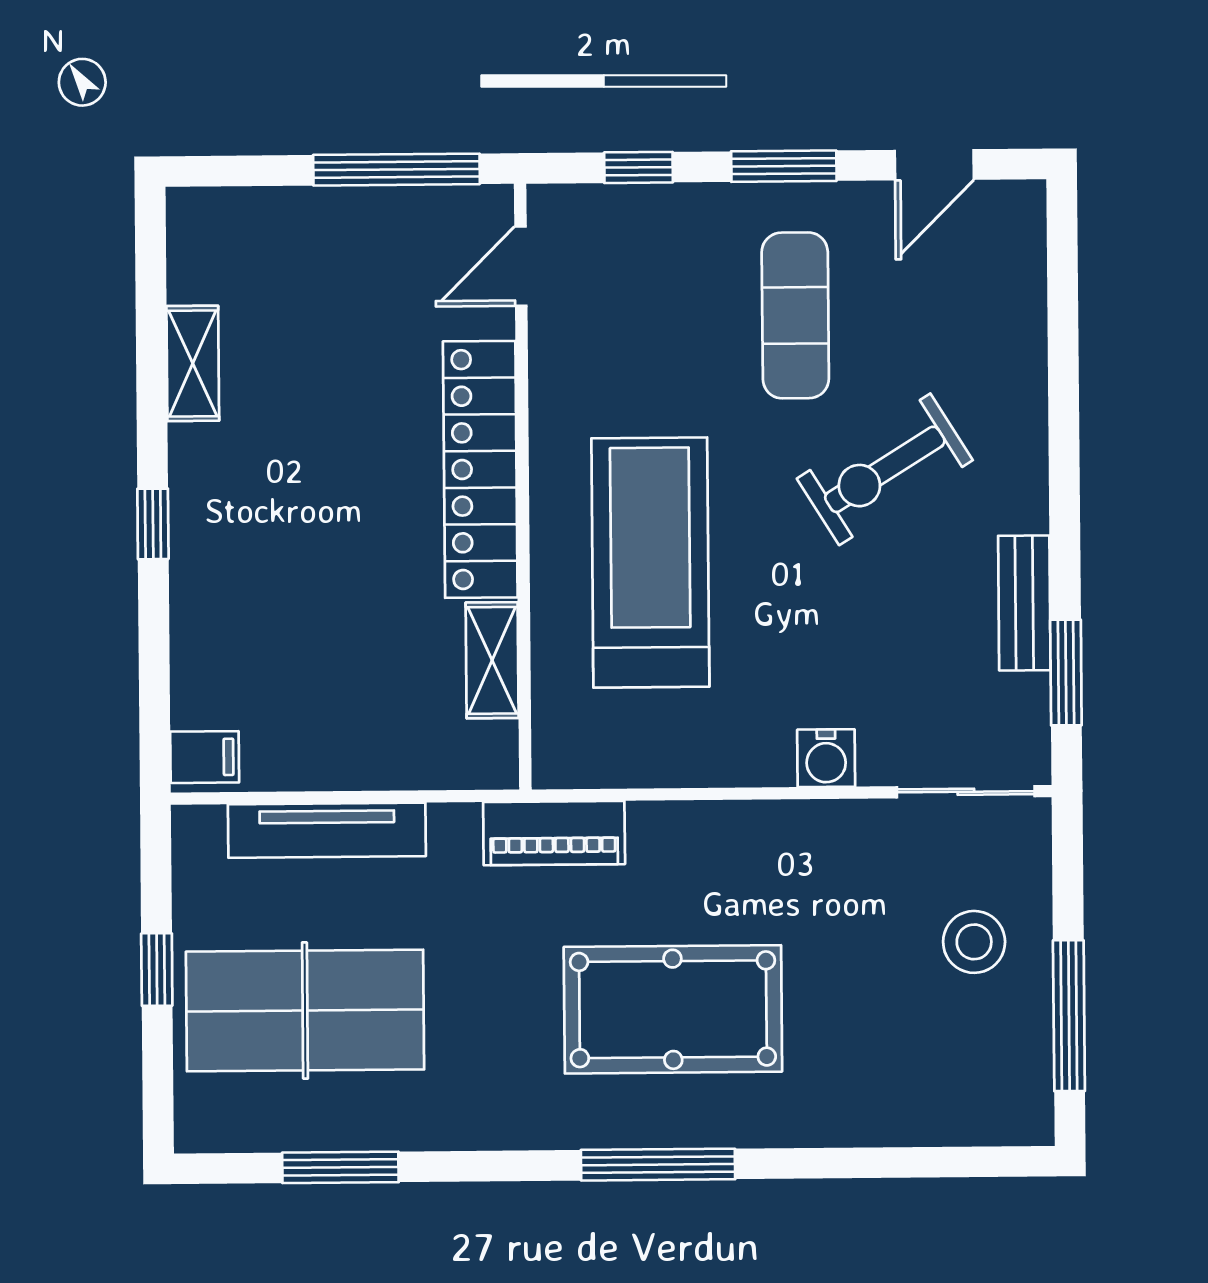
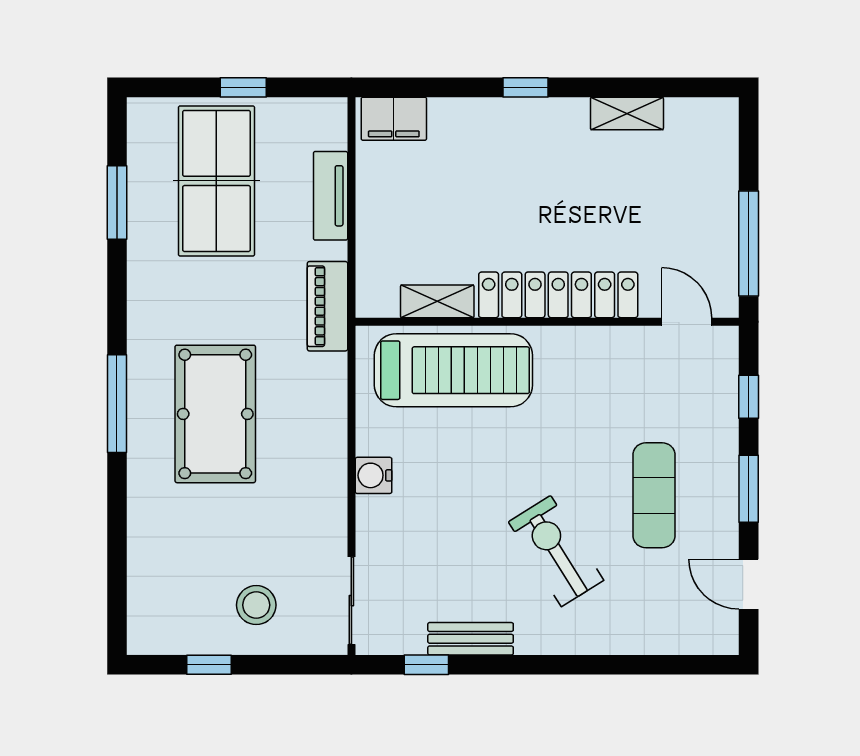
exercise mat: (795, 315) -> (654, 495), turned 90
treadmill: (650, 563) -> (453, 370), moved
window: (1066, 672) -> (426, 665), width x0.67
filing cabinet: (205, 757) -> (394, 119), width x2.00
water cooler: (826, 758) -> (373, 475), moved
tv unit: (327, 830) -> (331, 196), width x0.71
piano: (554, 833) -> (327, 306), moved
window: (1069, 1016) -> (209, 665), width x0.46

